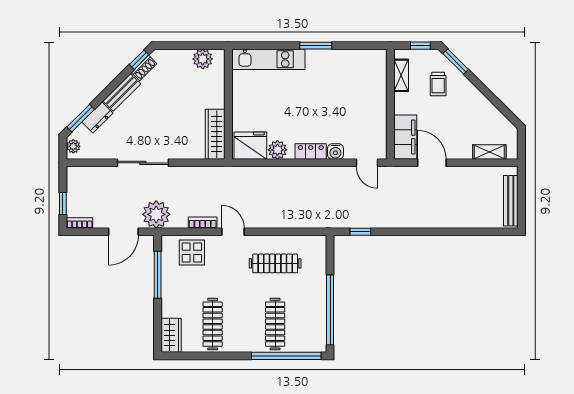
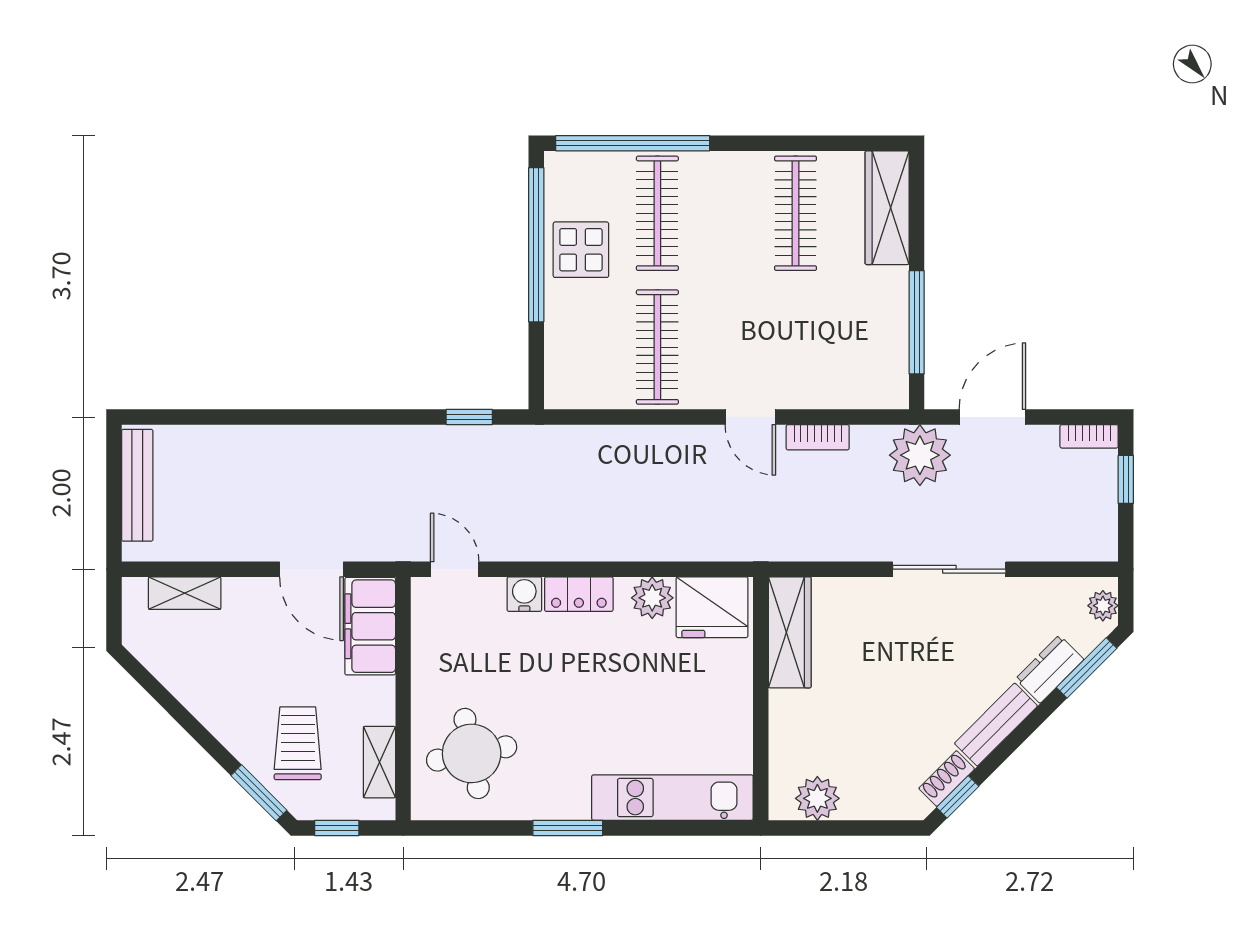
round table: (359, 79) -> (472, 753), added
trolley: (438, 84) -> (298, 743), width x1.36, depth x1.39
display table: (192, 252) -> (581, 250), moved
clothes rail: (275, 263) -> (657, 347), turned 90
wardrobe: (171, 335) -> (887, 208), width x1.50

